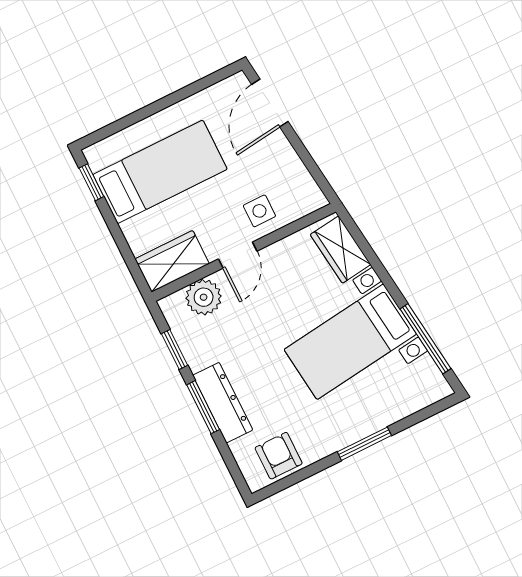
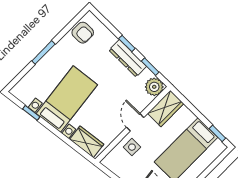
plant: (204, 297) -> (154, 87), moved
window: (425, 339) -> (31, 113), width x0.46
dresser: (223, 403) -> (128, 58), moved
window: (203, 407) -> (127, 44), width x0.67

